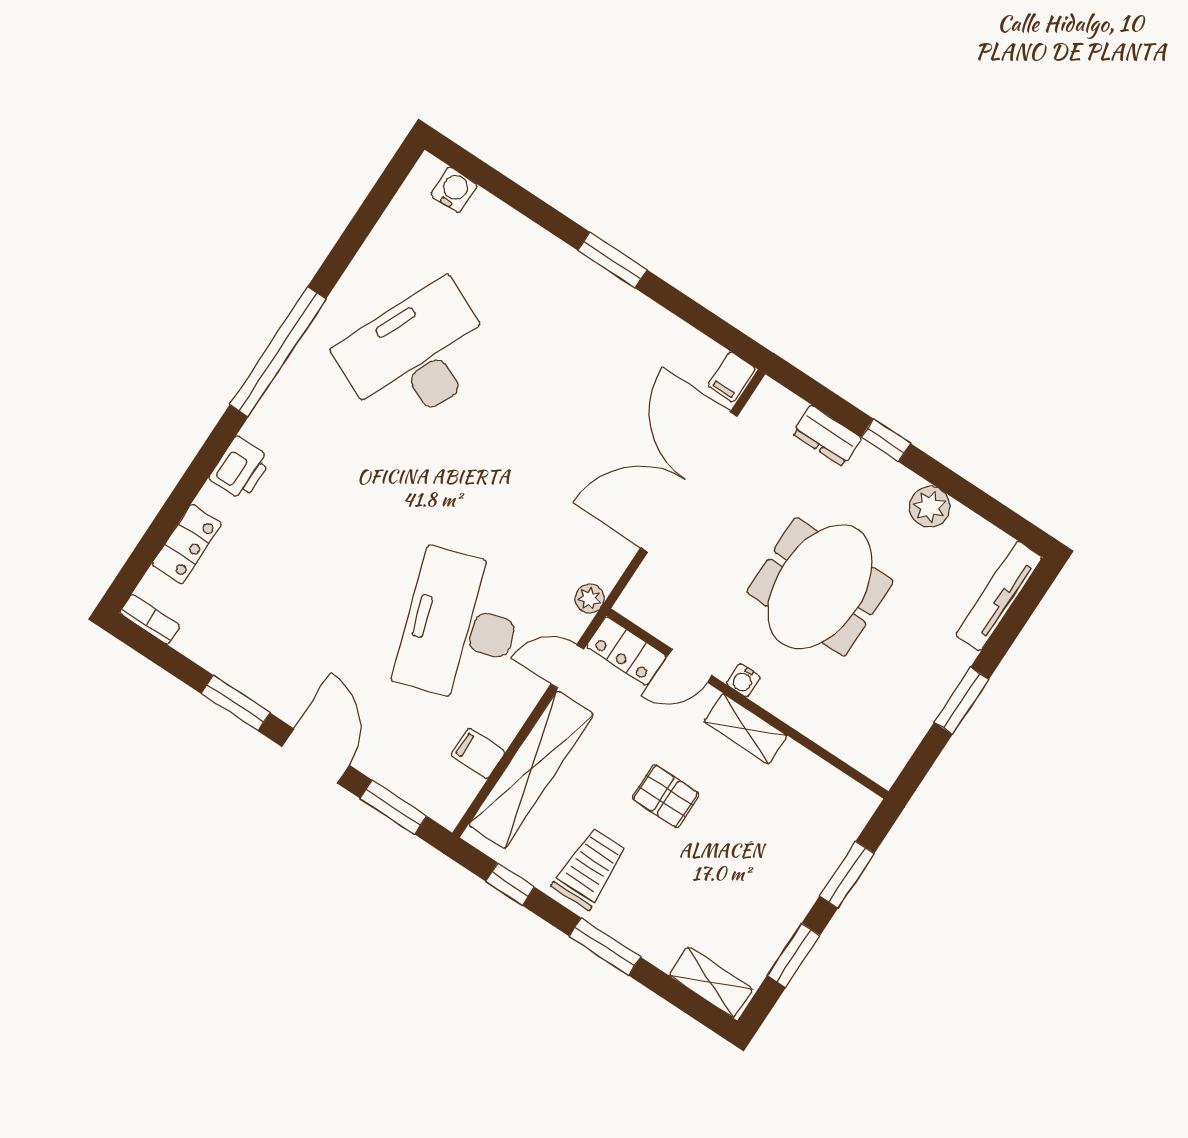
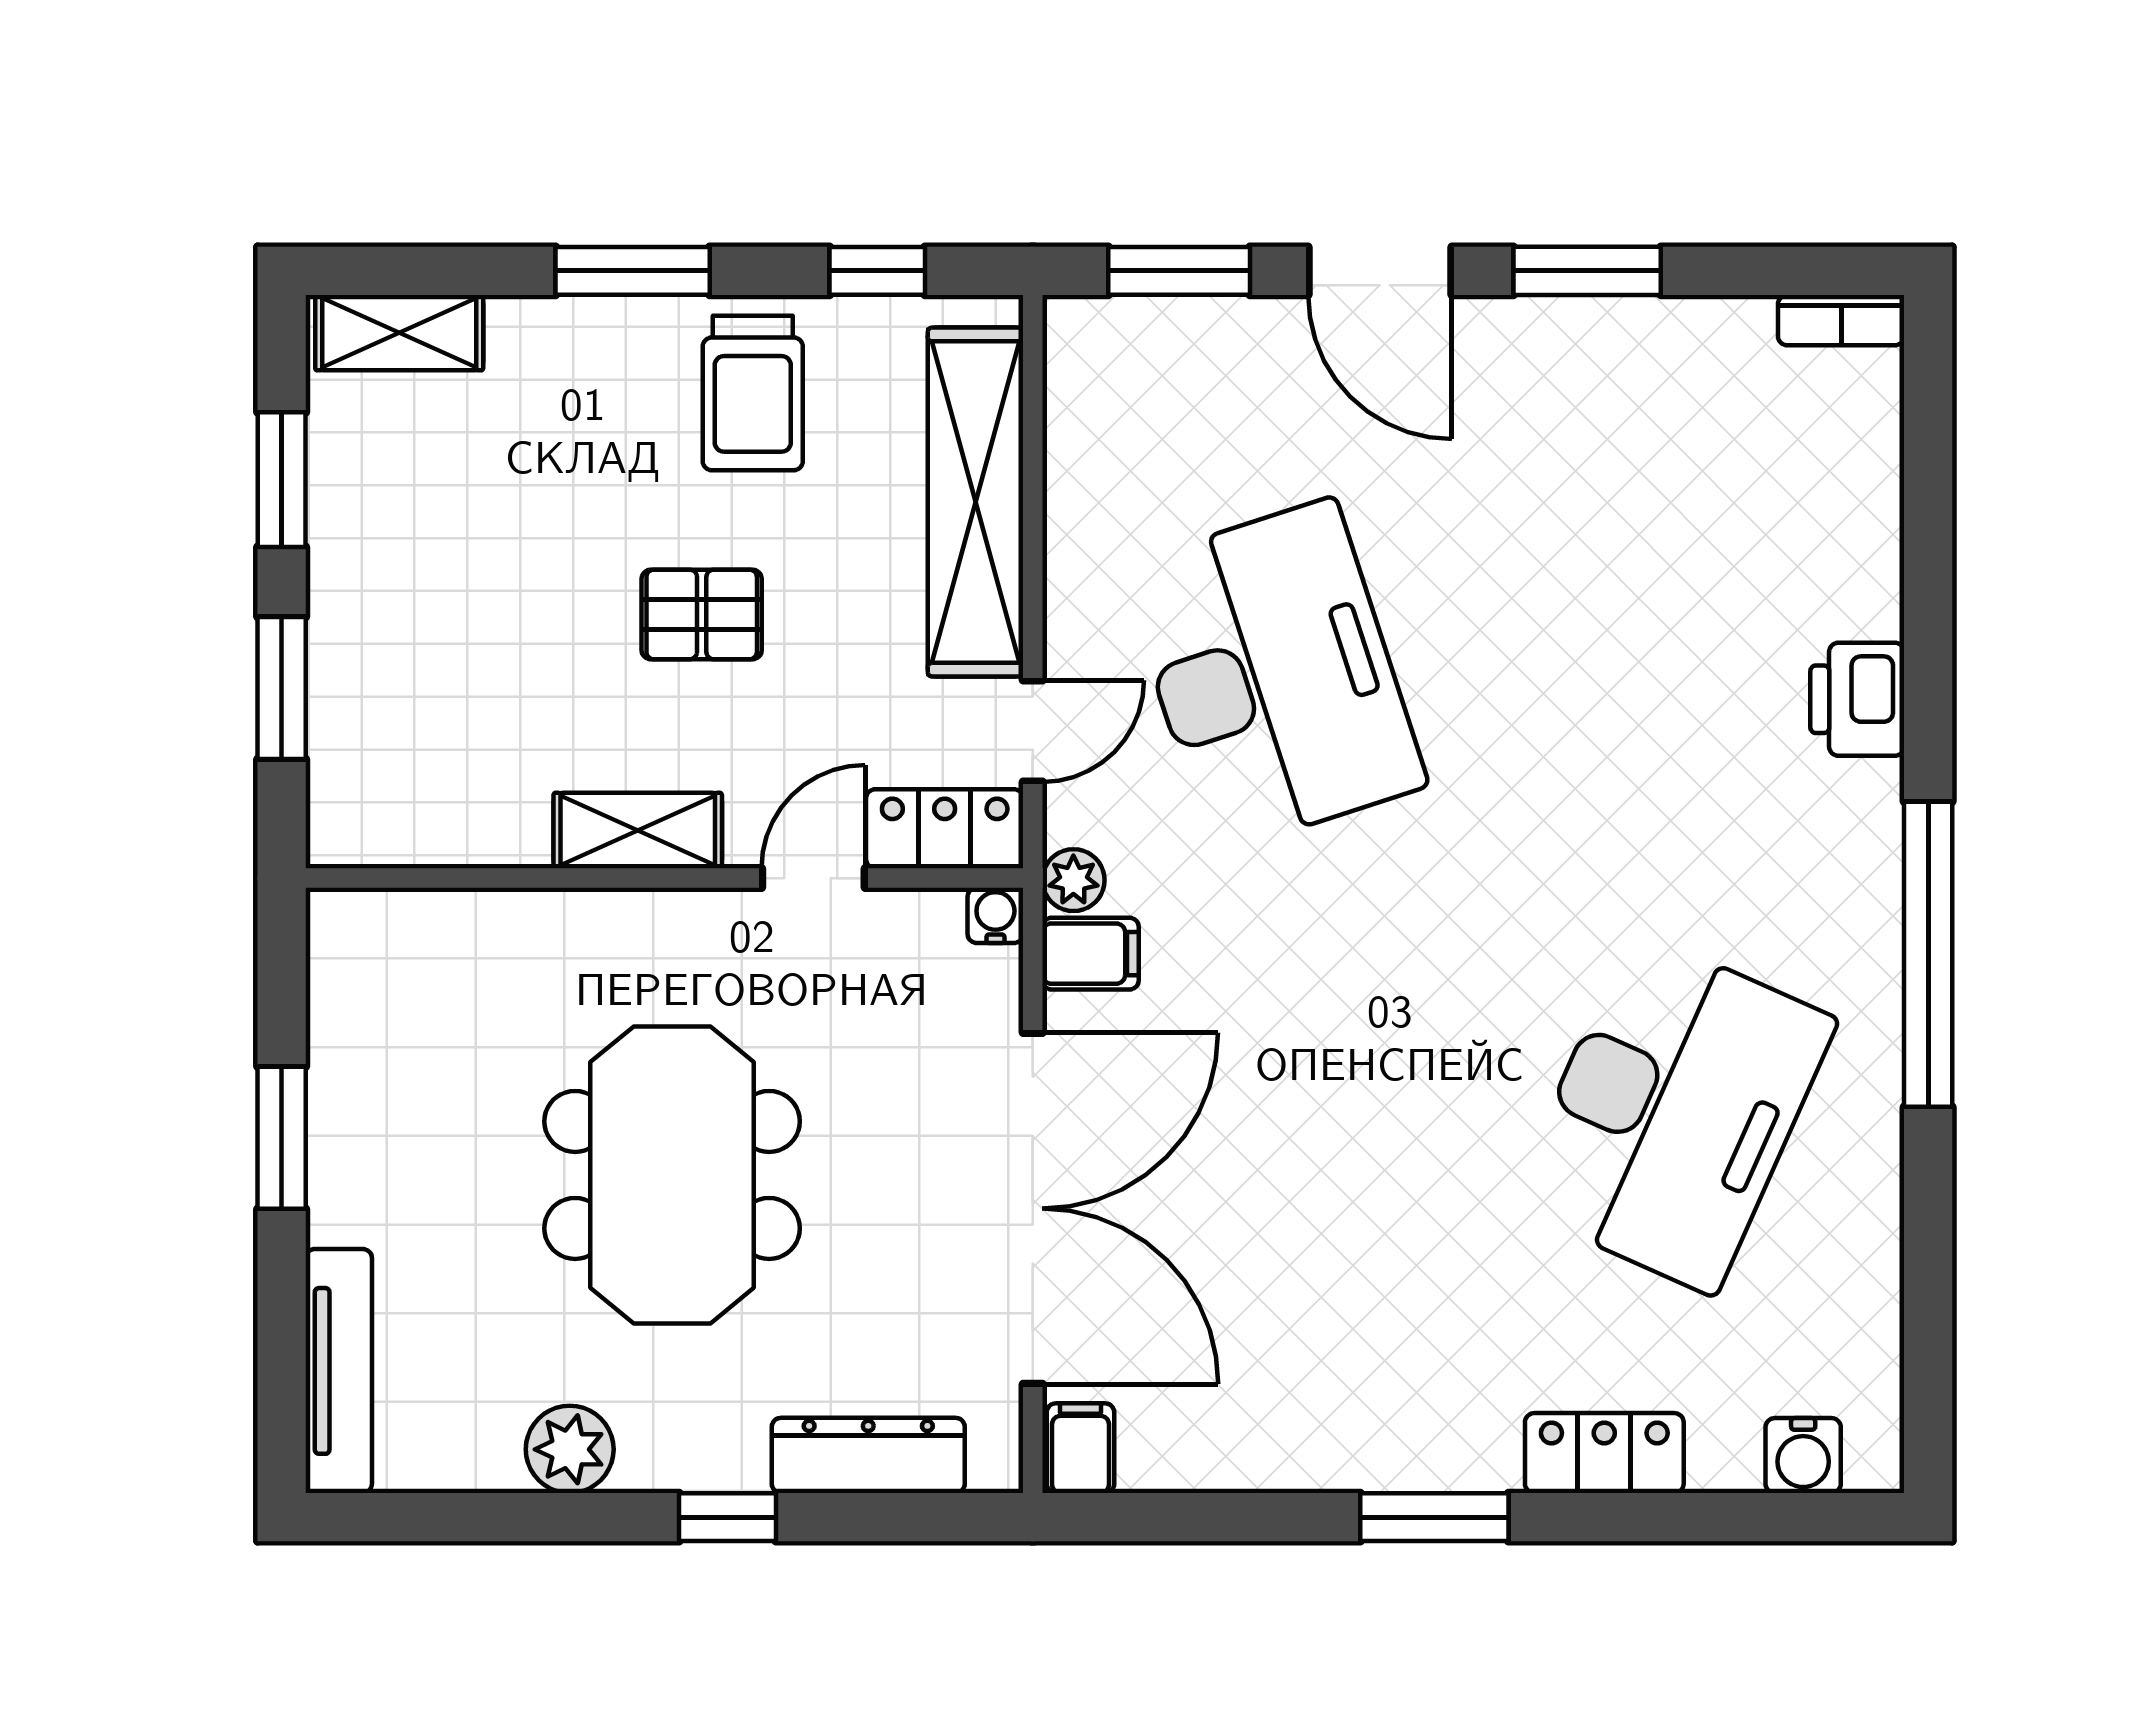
dresser: (827, 436) -> (868, 1455), width x1.44
locker: (187, 544) -> (1604, 1453), moved, turned 90
water cooler: (743, 680) -> (995, 915), moved
filing cabinet: (478, 753) -> (1090, 954), moved

